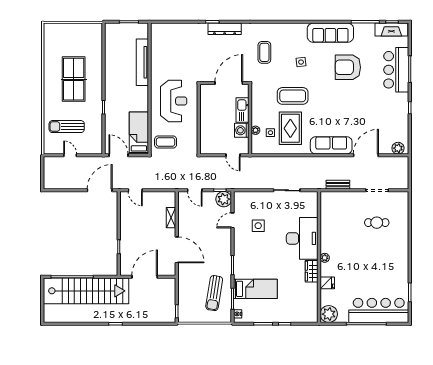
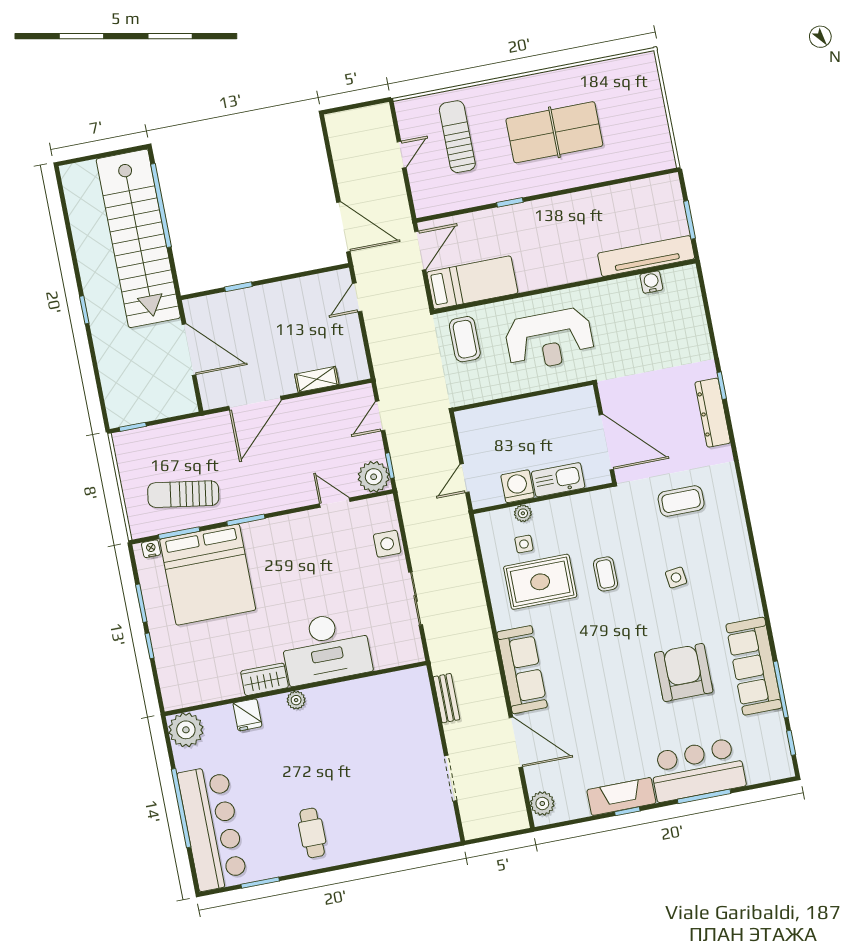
fireplace: (391, 30) -> (621, 796), moved, turned 90
sofa: (330, 33) -> (754, 666), moved
water cooler: (155, 46) -> (651, 282), added
tv unit: (142, 62) -> (646, 256), moved
coffee table: (293, 96) -> (605, 574), width x0.54, depth x0.58
cafe table: (377, 223) -> (312, 833), moved
side table: (258, 226) -> (387, 544), moved
bed: (255, 289) -> (208, 575), width x2.04

